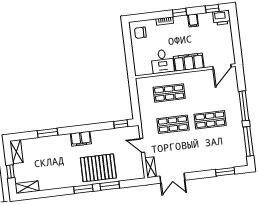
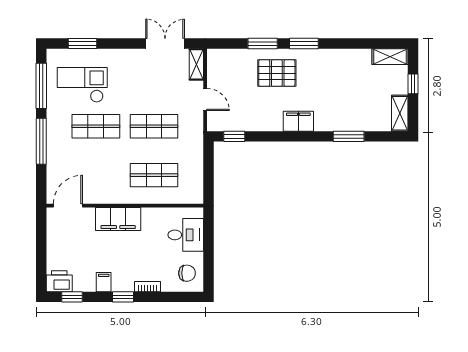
desk: (162, 61) -> (186, 235), moved, turned 90
checkout: (222, 145) -> (82, 85), added
pallet: (98, 168) -> (277, 73), width x0.73, depth x0.71

